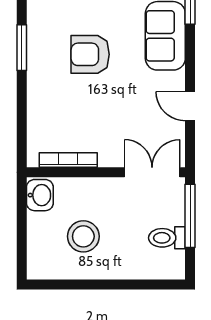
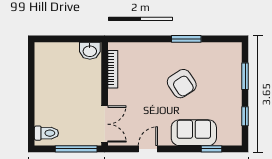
armchair: (90, 54) -> (182, 84), turned 147
stool: (83, 236) -> (63, 79), removed
toilet: (167, 238) -> (46, 133), moved, turned 90

